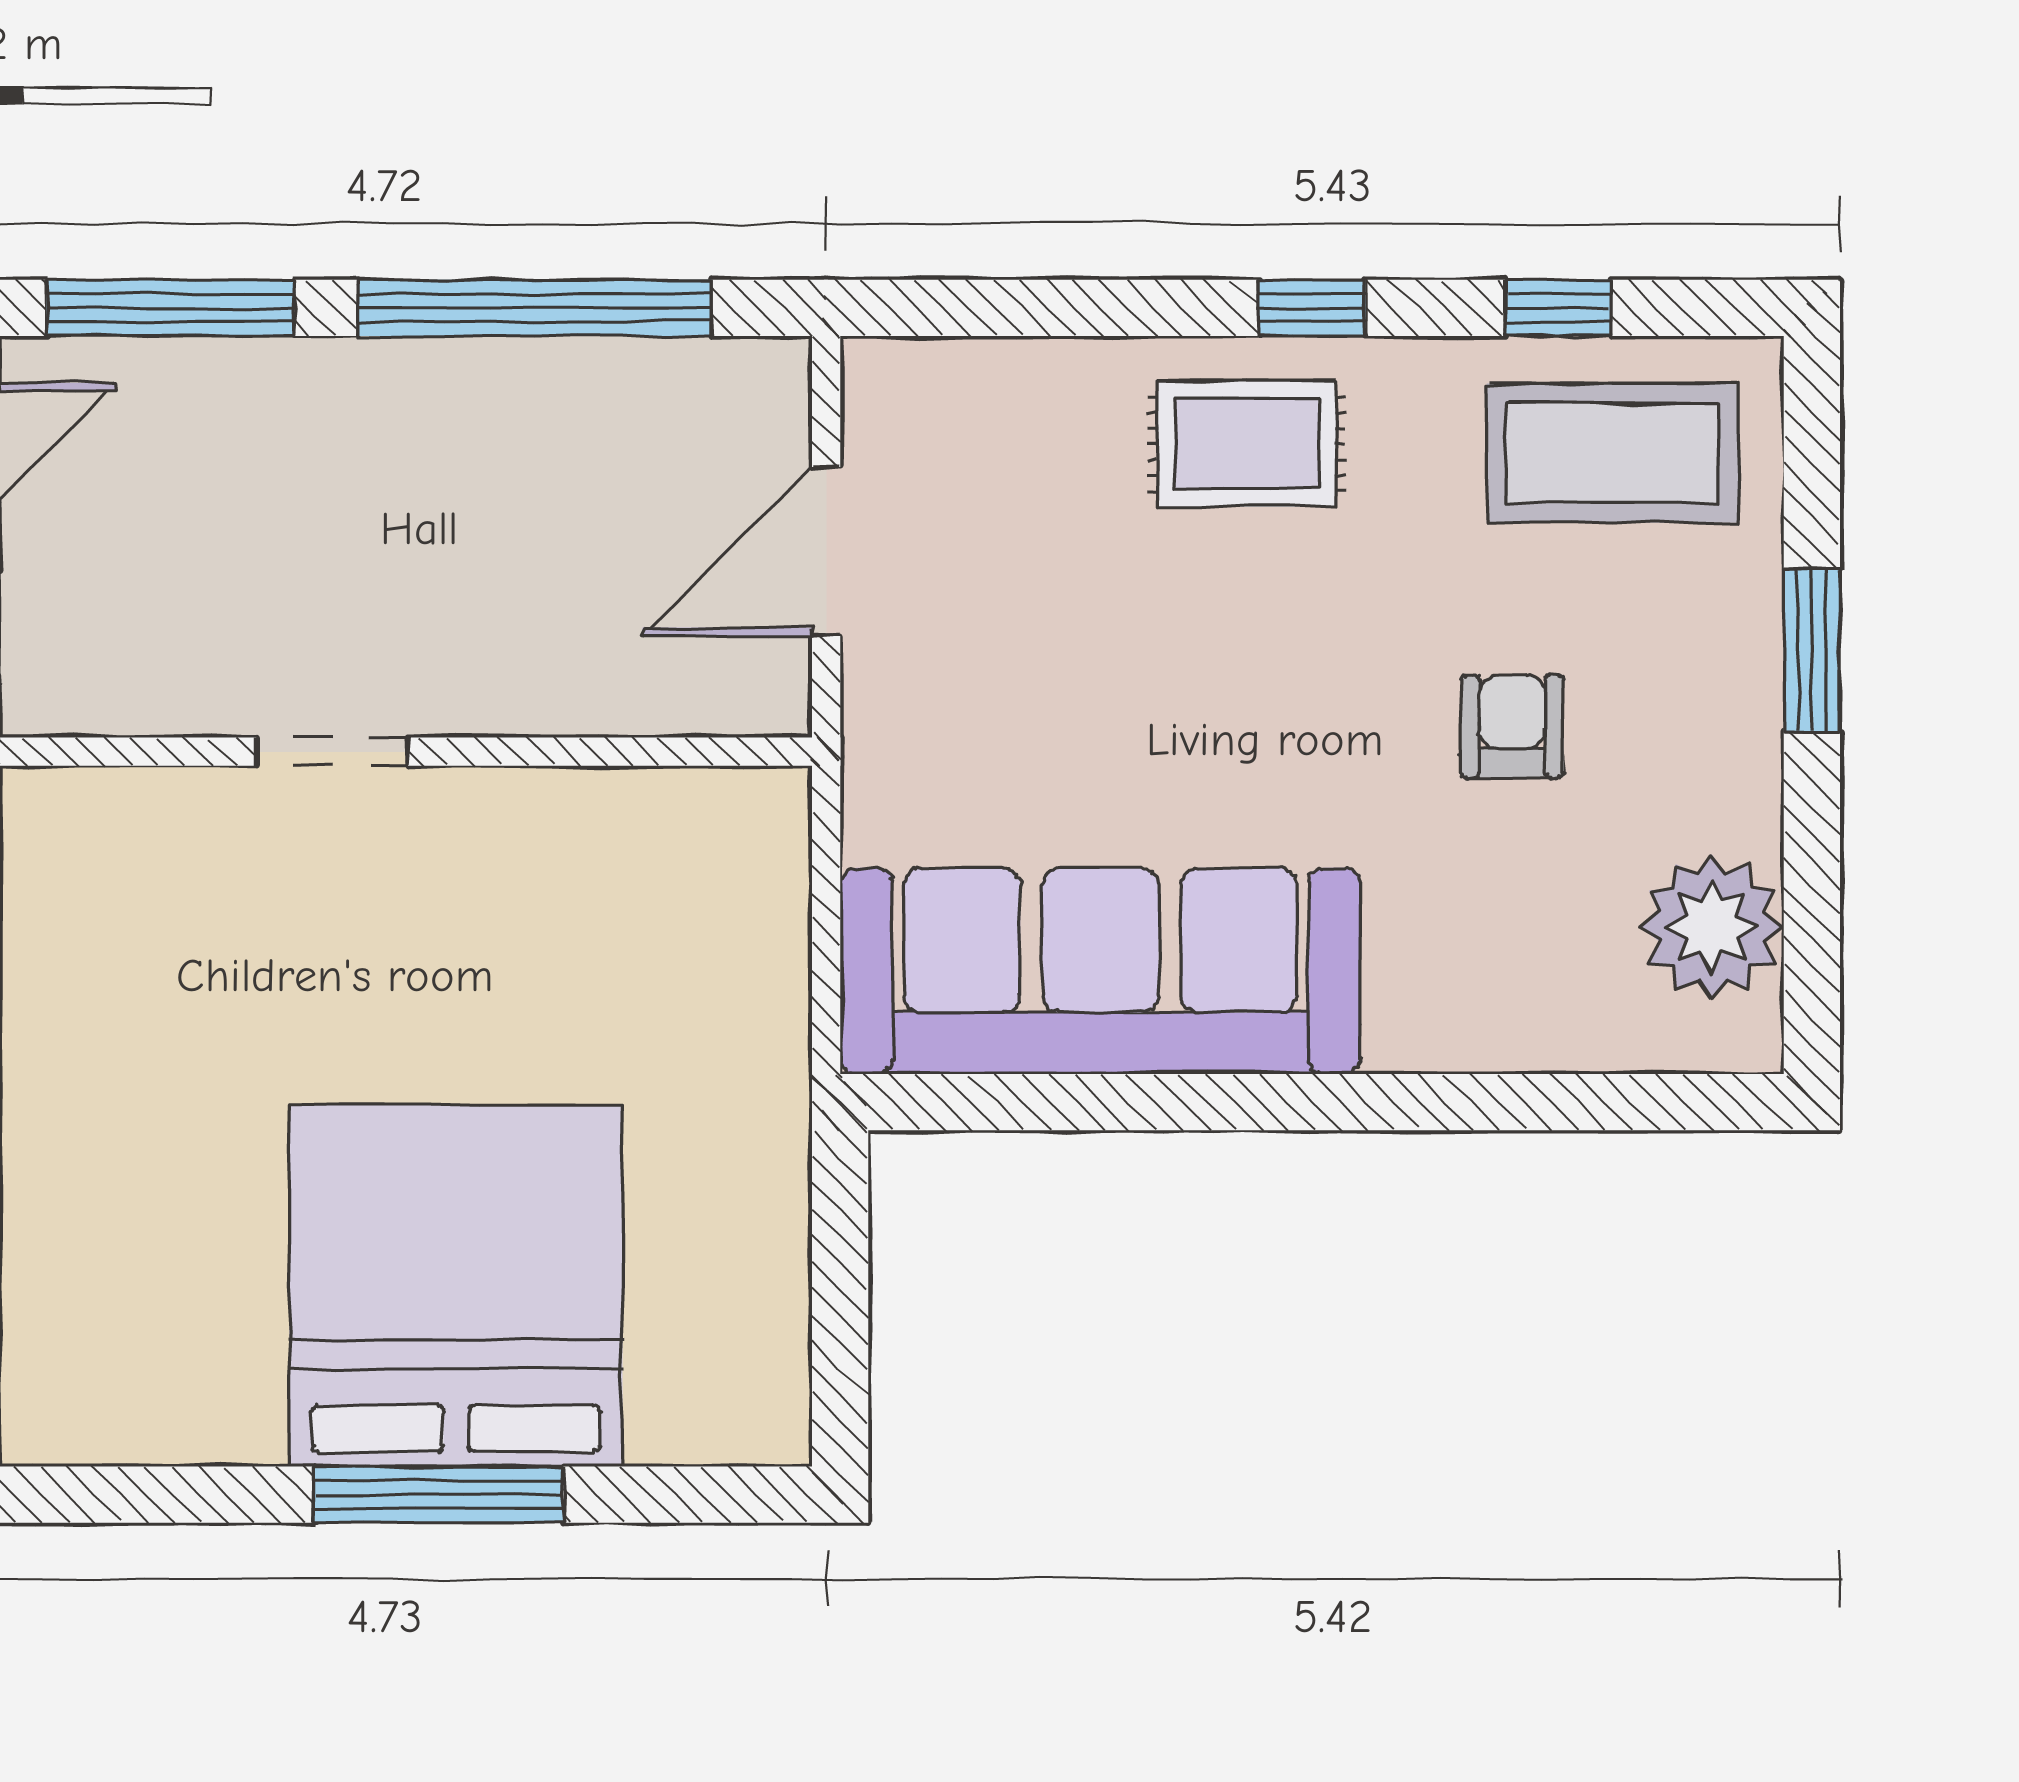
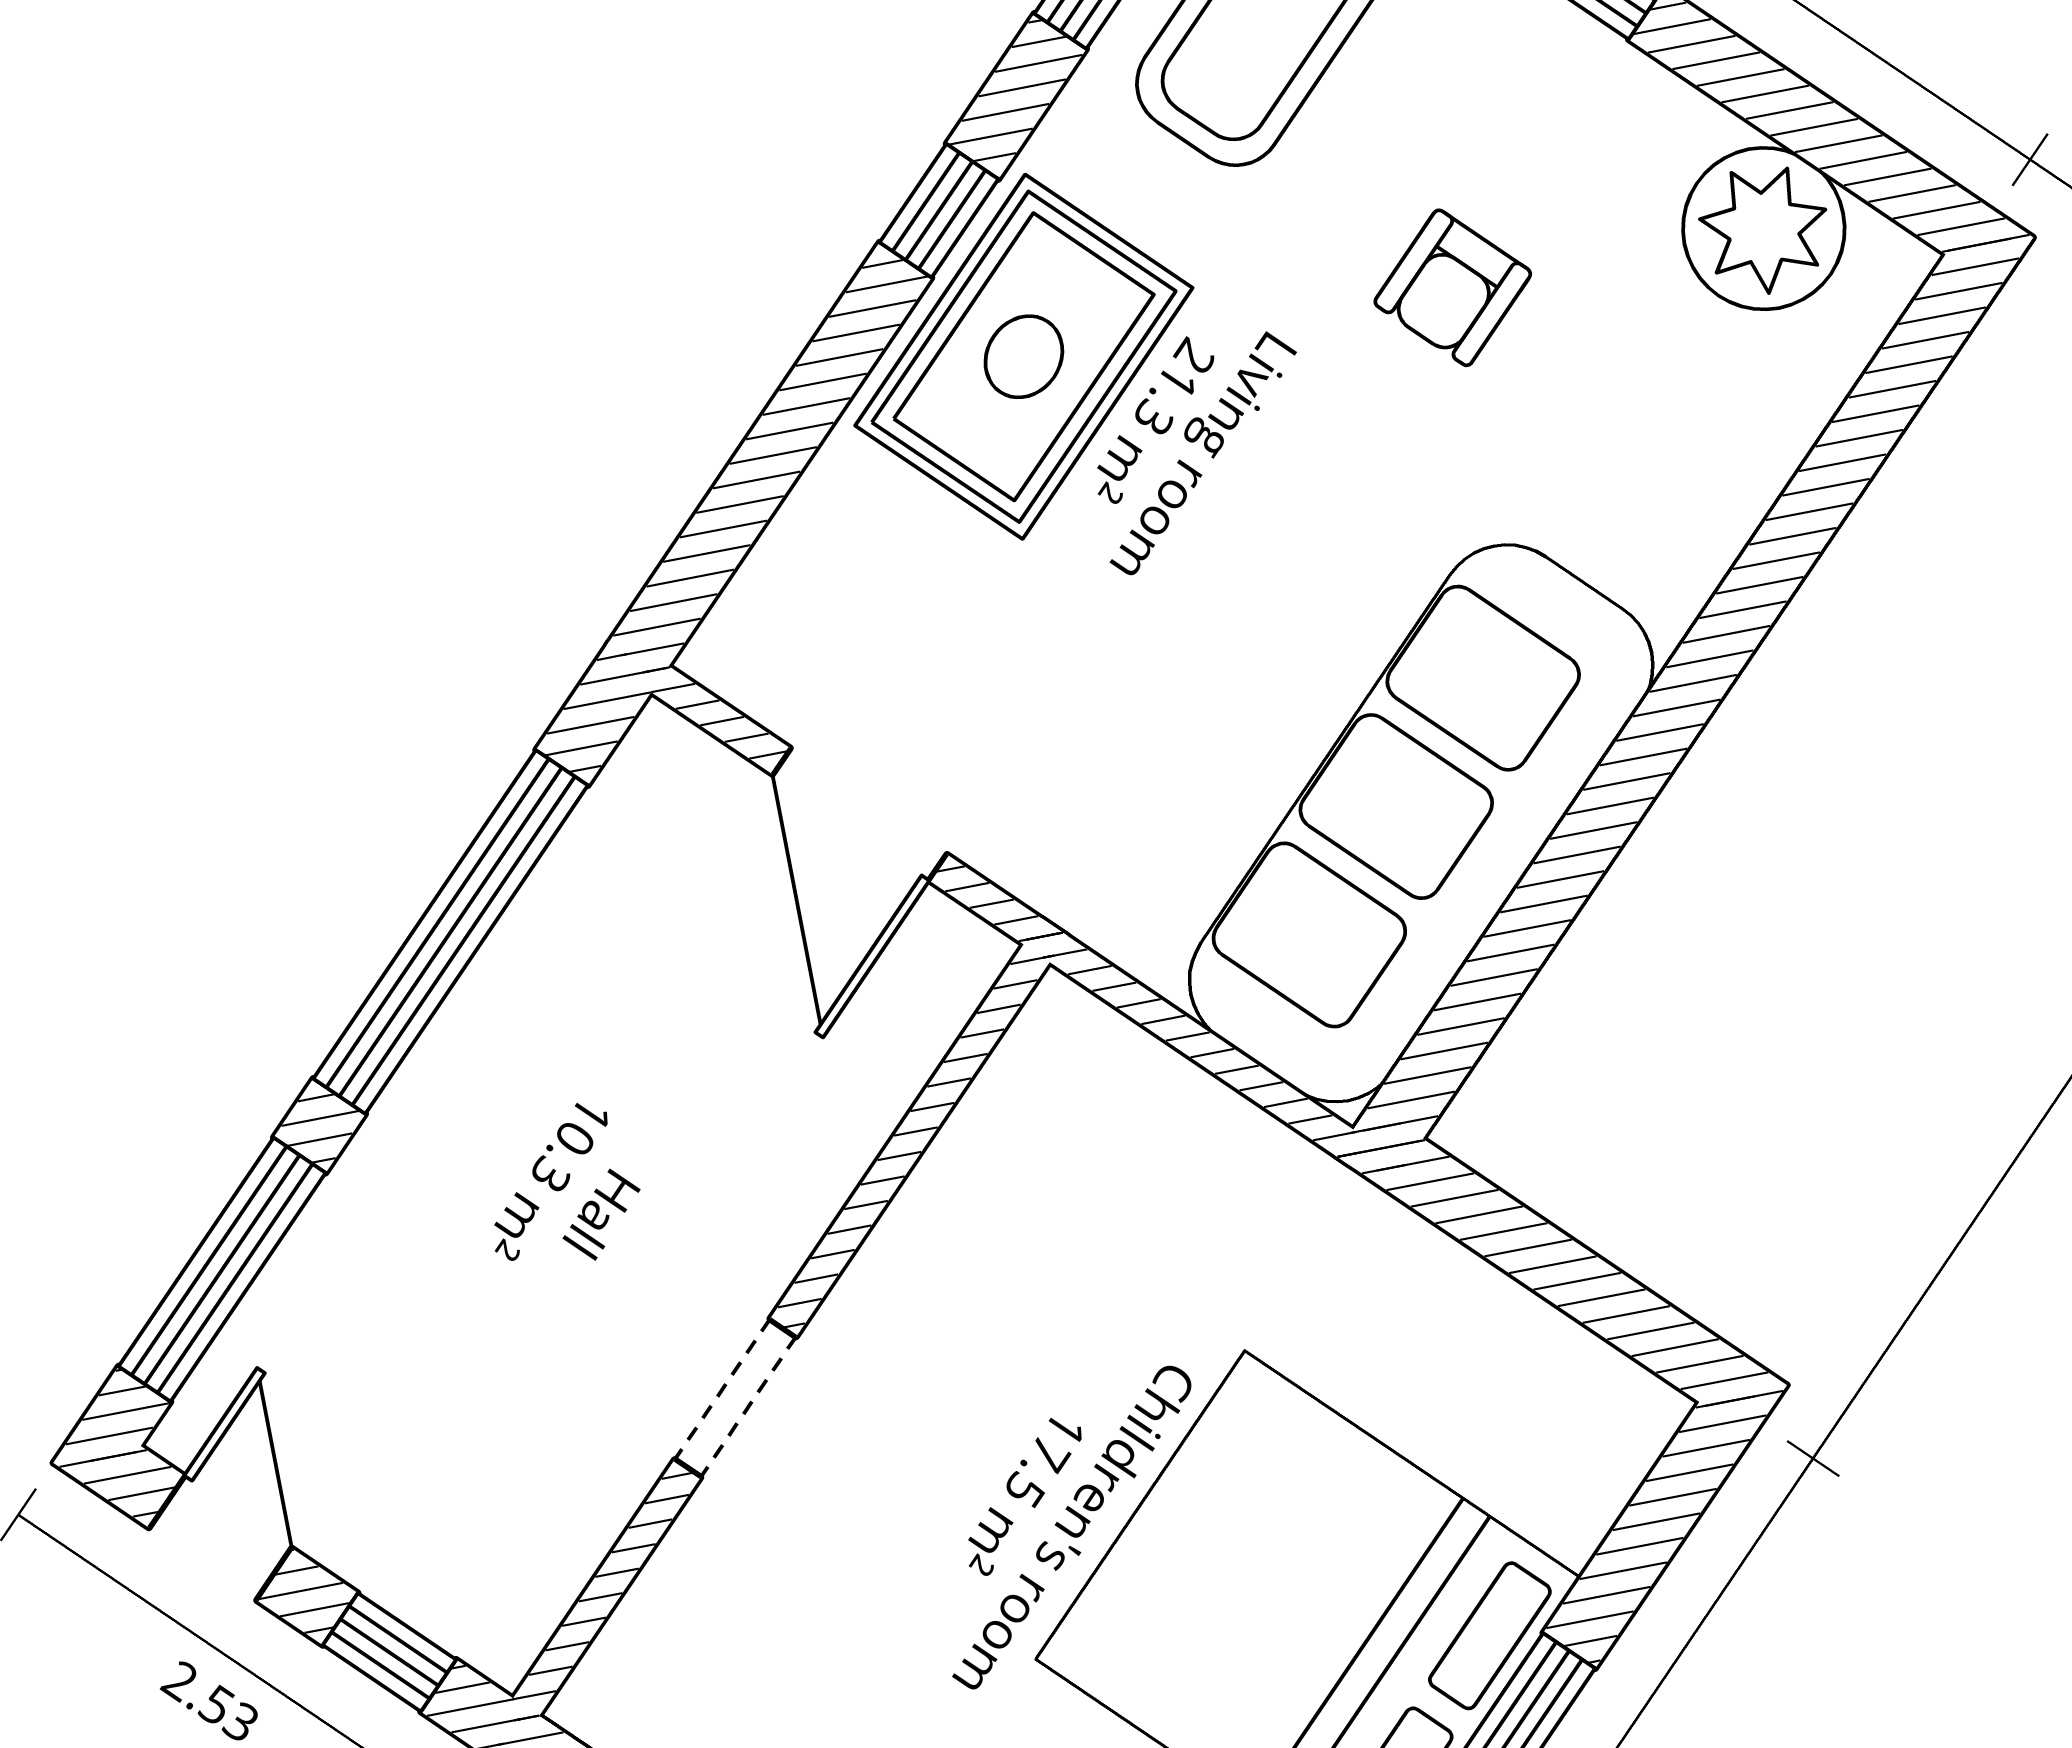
rug: (1247, 444) -> (1024, 357), width x1.36, depth x1.43
armchair: (1512, 726) -> (1453, 288), turned -90

